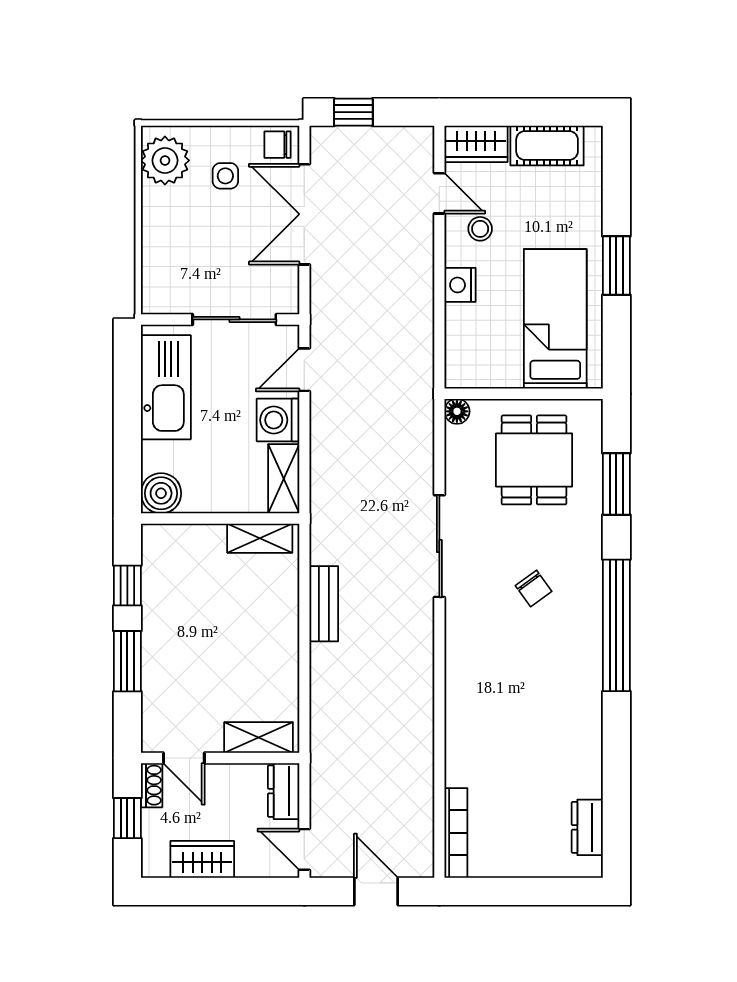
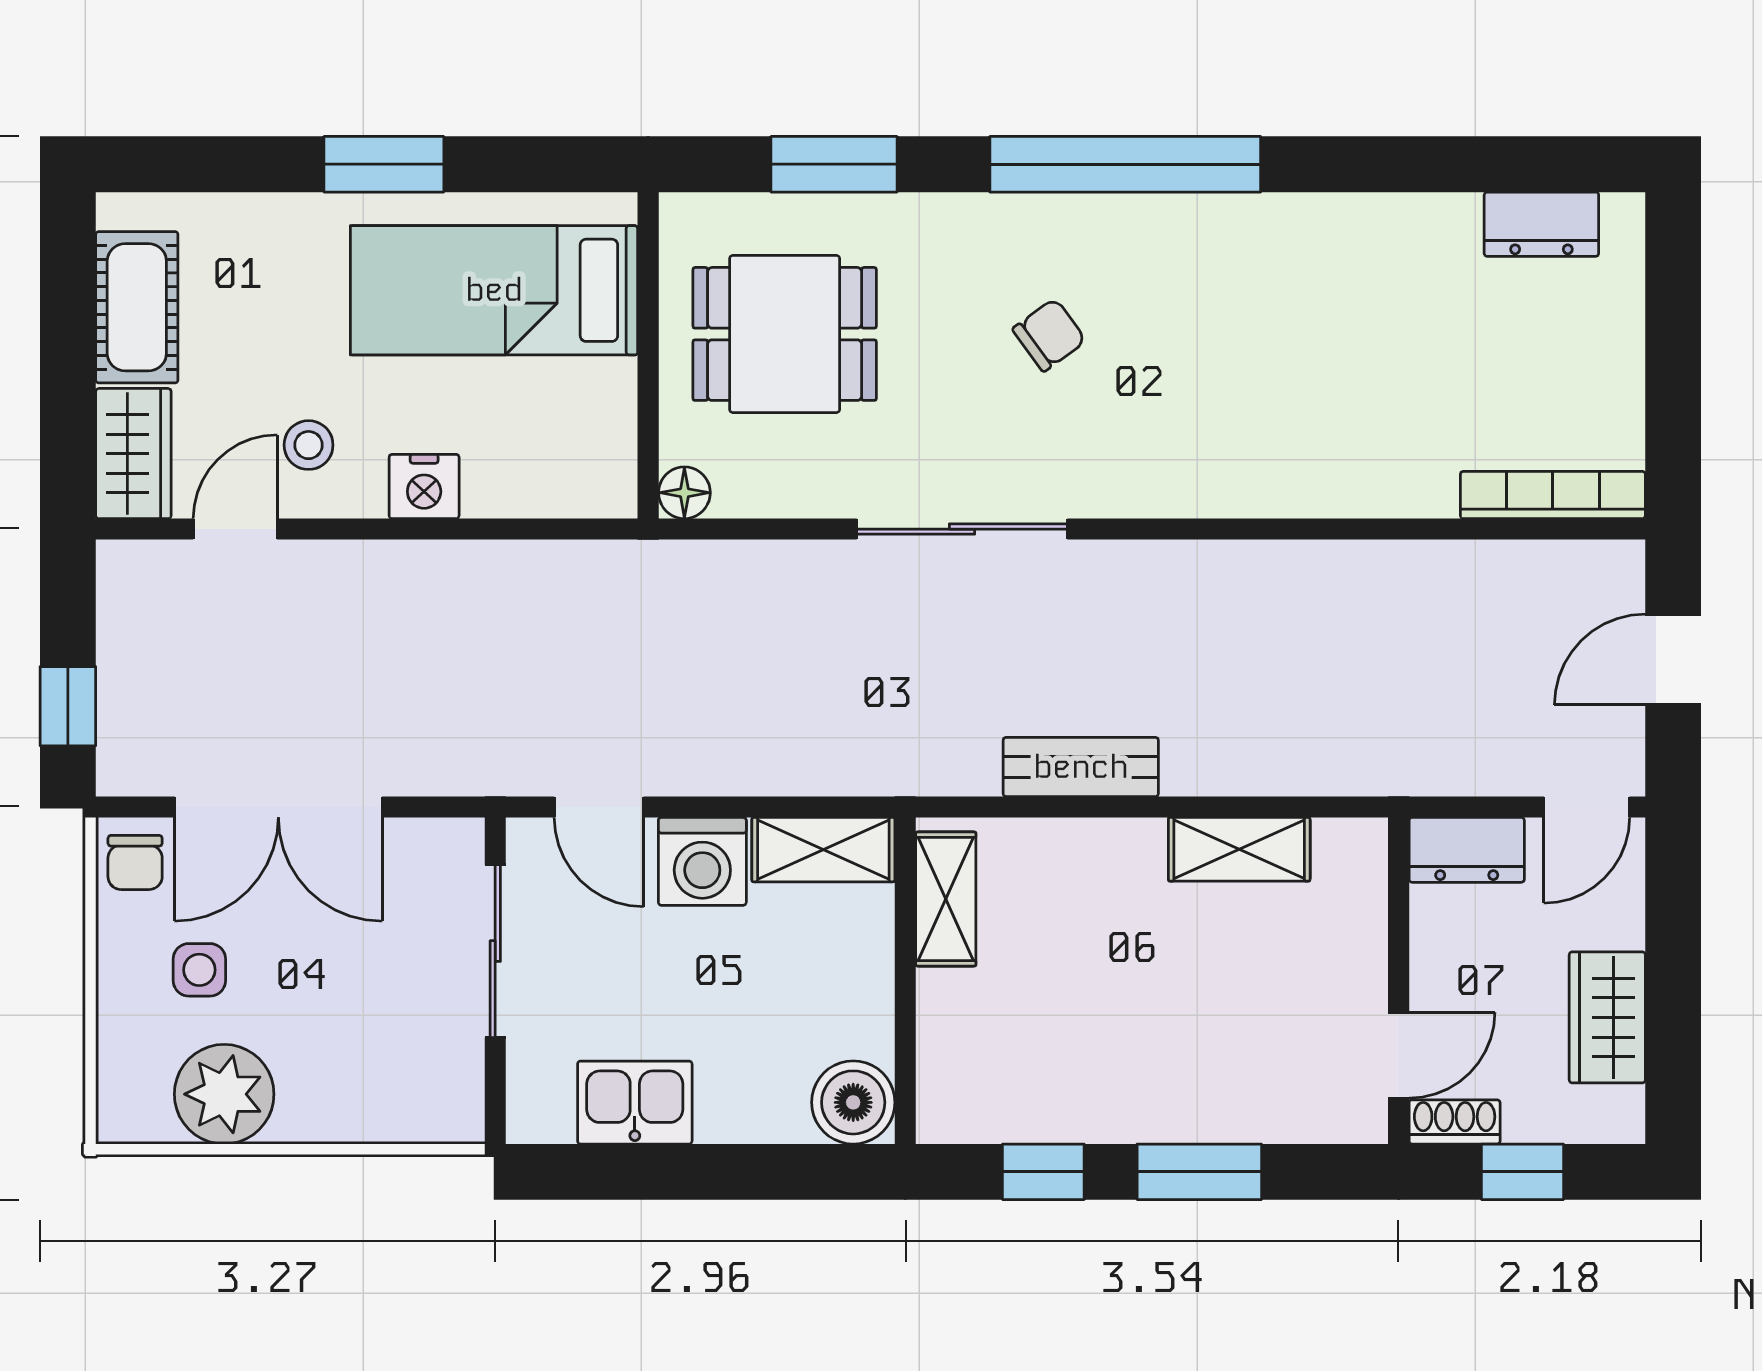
plant: (165, 160) -> (224, 1094), moved
kitchen sink: (166, 387) -> (635, 1103), width x0.53, depth x0.81
shelving: (259, 737) -> (1239, 849), moved, turned 90

